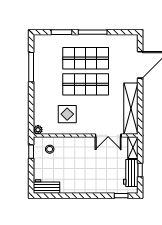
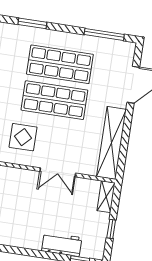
window: (93, 32) -> (104, 34), moved
double door: (108, 135) -> (58, 172), moved
workbench: (131, 173) -> (62, 244), moved, turned 90

